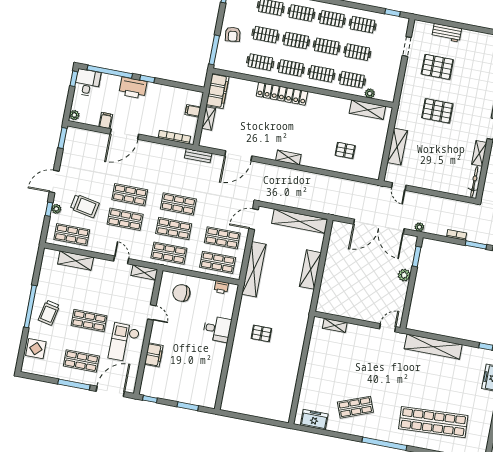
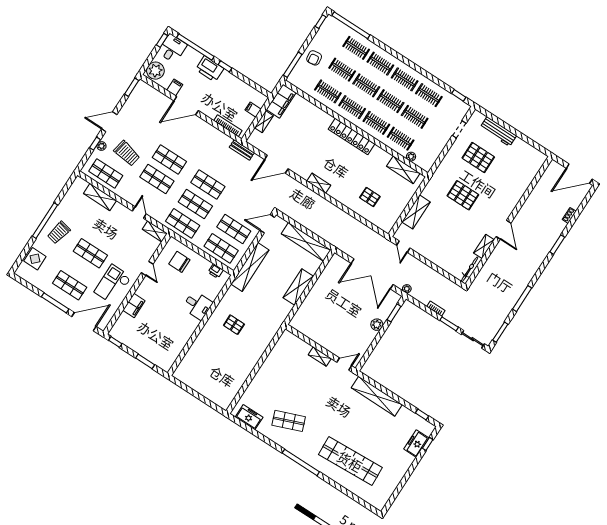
workbench: (447, 33) -> (498, 132), width x1.38
locker: (282, 94) -> (351, 137), moved
plant: (74, 115) -> (155, 71), width x1.87, depth x1.87
shelving: (335, 325) -> (320, 357), moved

